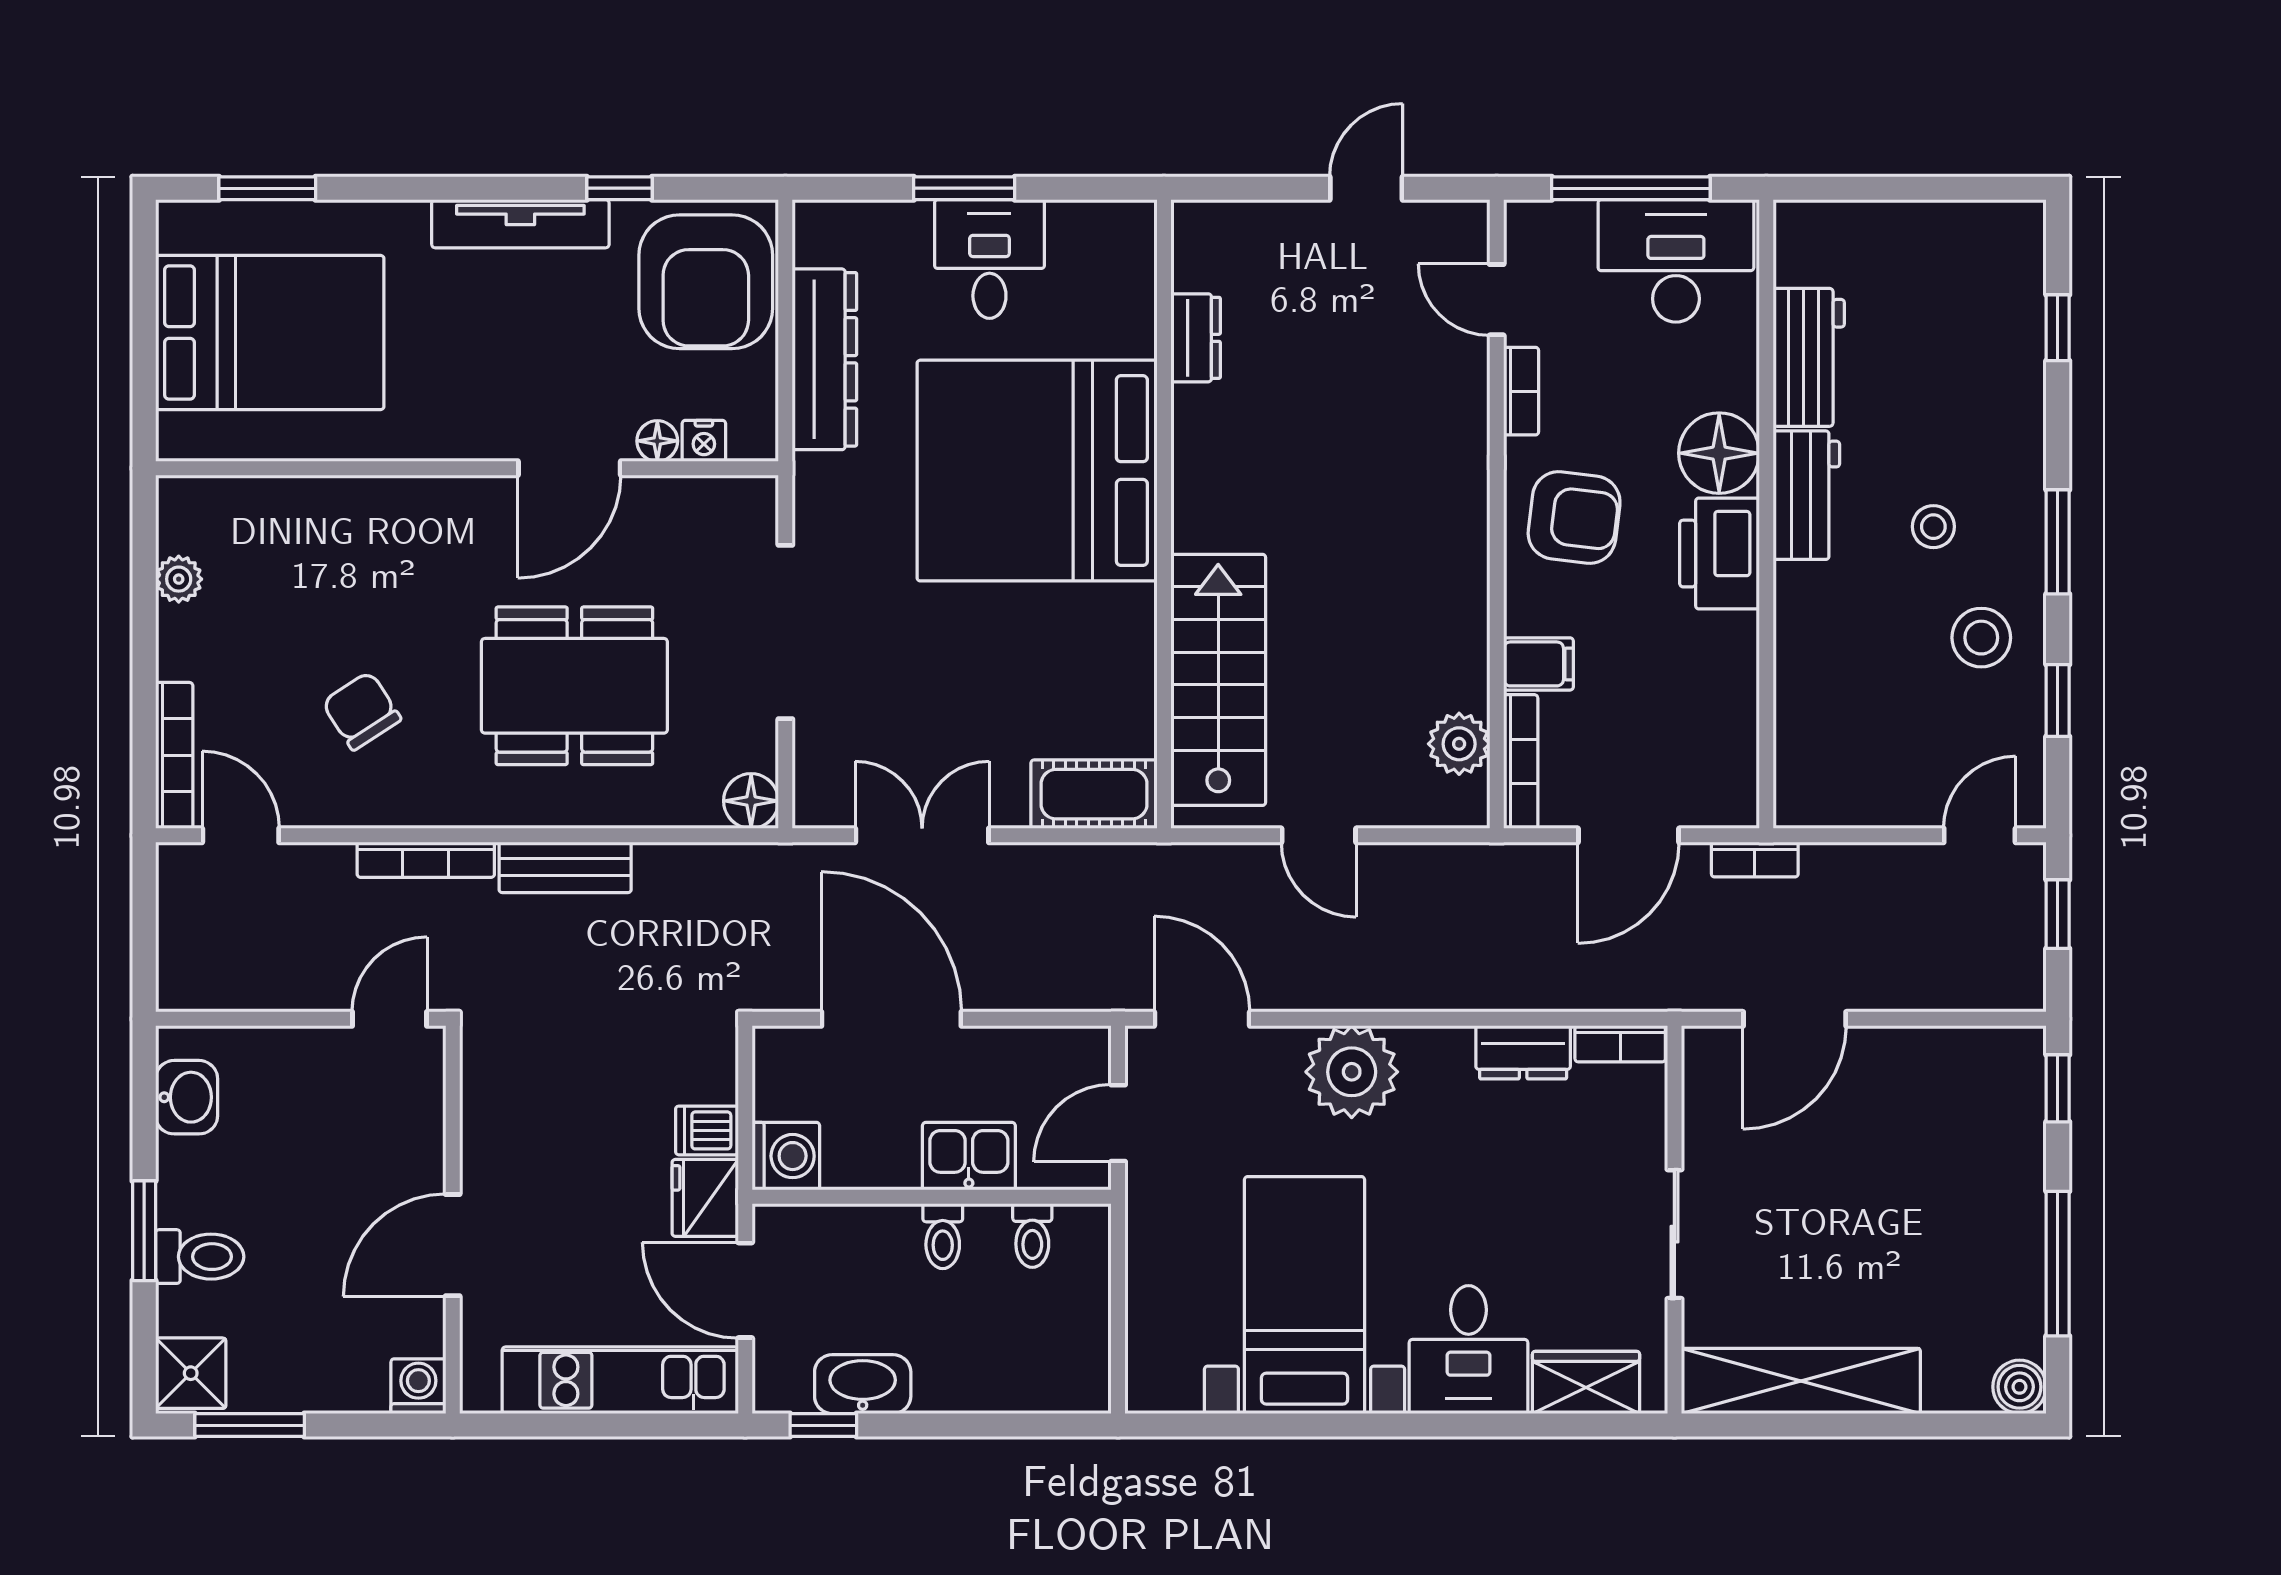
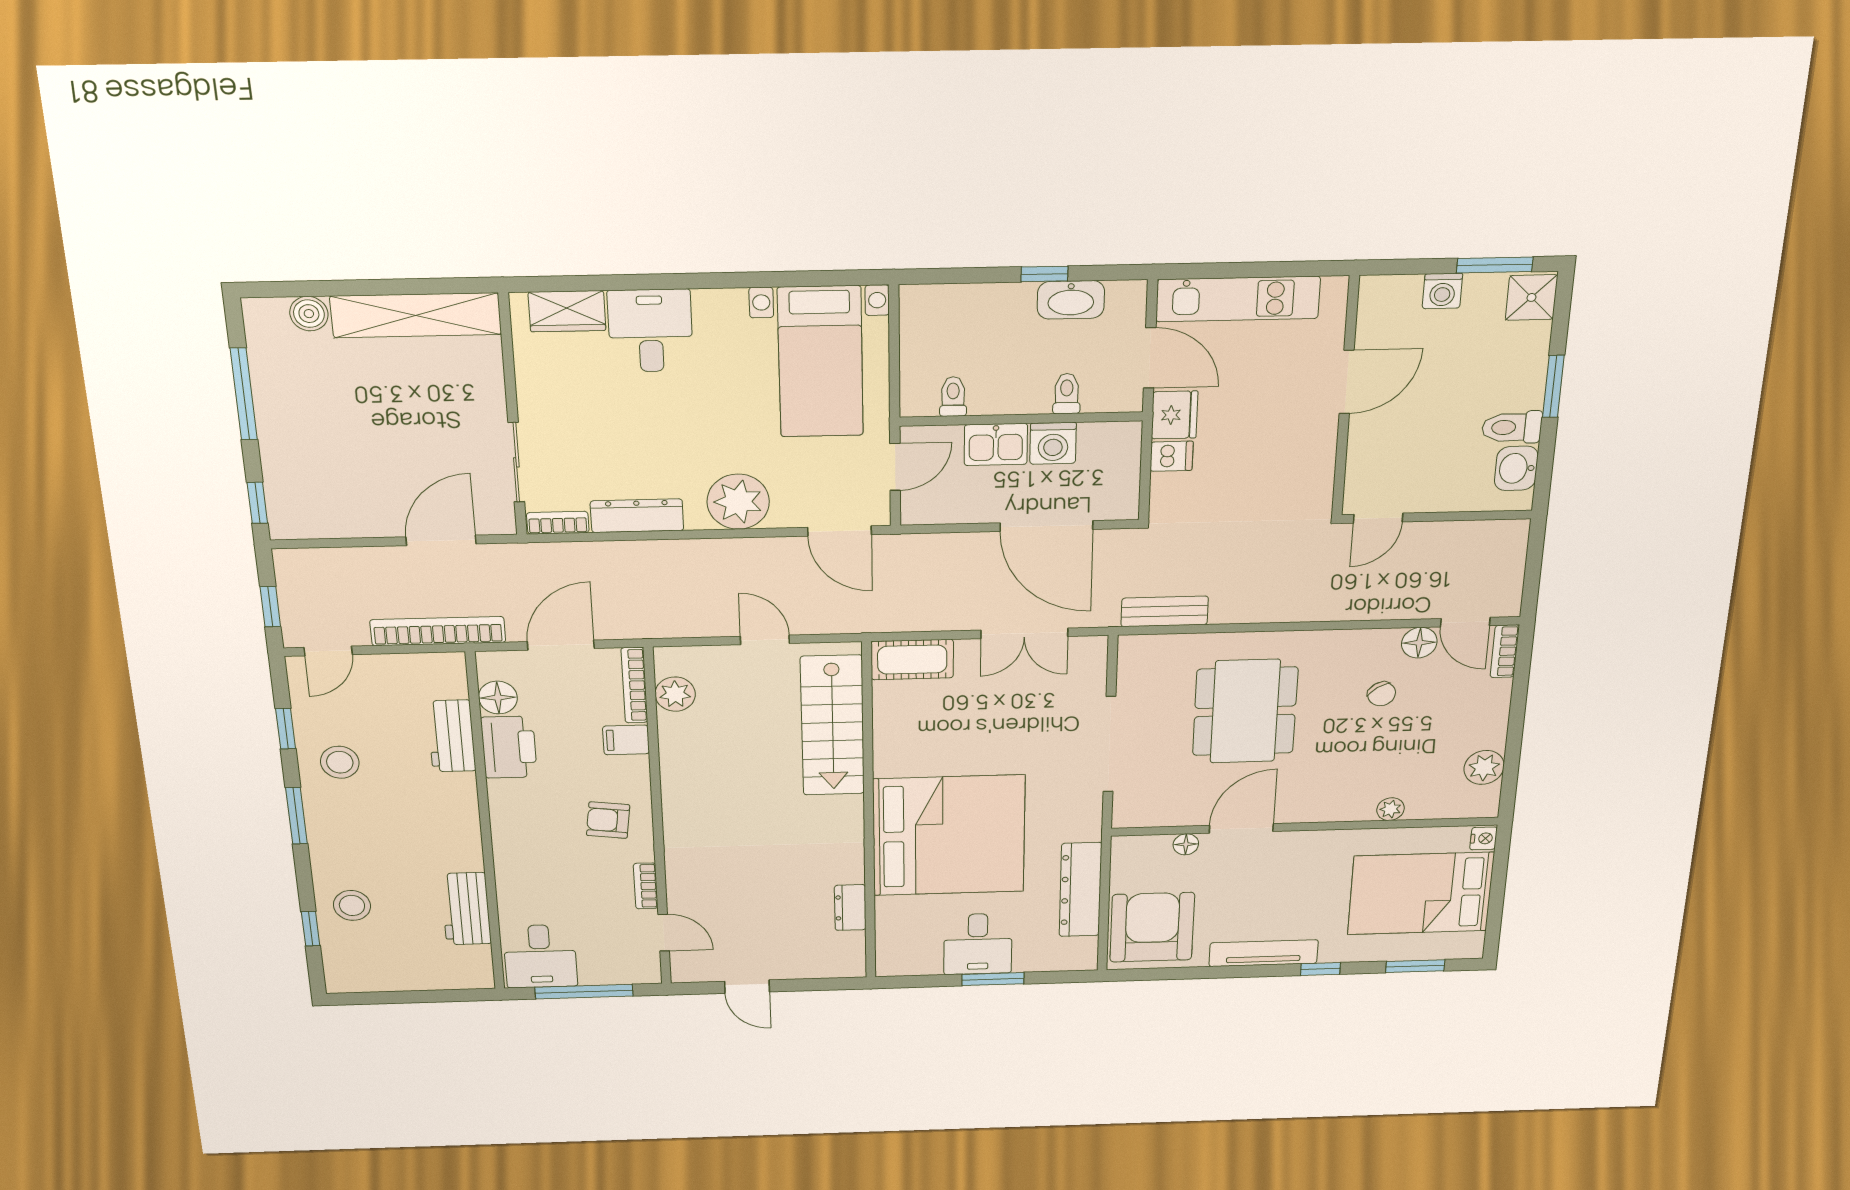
window: (619, 188) -> (1320, 969), moved
door: (1366, 188) -> (747, 987), hinge flipped
desk: (1676, 261) -> (540, 956), width x0.73
nightstand: (704, 441) -> (1484, 838), moved, turned 90
floor lamp: (1719, 453) -> (498, 698), moved, width x0.73, depth x0.73
workbench: (1806, 495) -> (451, 736), moved
plant: (331, 497) -> (1391, 809), added
armchair: (1574, 518) -> (608, 820), width x0.72, depth x0.72
stool: (1933, 527) -> (352, 905), moved, width x1.37, depth x1.37
printer: (1720, 554) -> (509, 747), moved
plant: (179, 579) -> (1484, 767), width x1.38, depth x1.38
dining table: (574, 686) -> (1245, 711), turned 90
chair: (362, 711) -> (1382, 694), width x0.73, depth x0.73
bookcase: (174, 755) -> (1505, 651), width x0.64
floor lamp: (751, 801) -> (1419, 643), moved
bookcase: (426, 860) -> (1347, 611), removed
bookcase: (1755, 860) -> (438, 631), width x2.31, depth x1.31
bench: (565, 867) -> (1165, 611), moved
dresser: (1523, 1052) -> (637, 516), width x1.44
washing machine: (786, 1156) -> (1053, 443), moved, turned -90
sliding door: (1674, 1234) -> (516, 462), moved
toilet: (943, 1236) -> (1067, 394), moved
toilet: (200, 1257) -> (1512, 427), moved
bed with nightstands: (1305, 1295) -> (821, 362), moved
washing machine: (418, 1386) -> (1442, 291), moved
boiler: (2020, 1387) -> (309, 314), moved
window: (823, 1425) -> (1044, 274), moved

